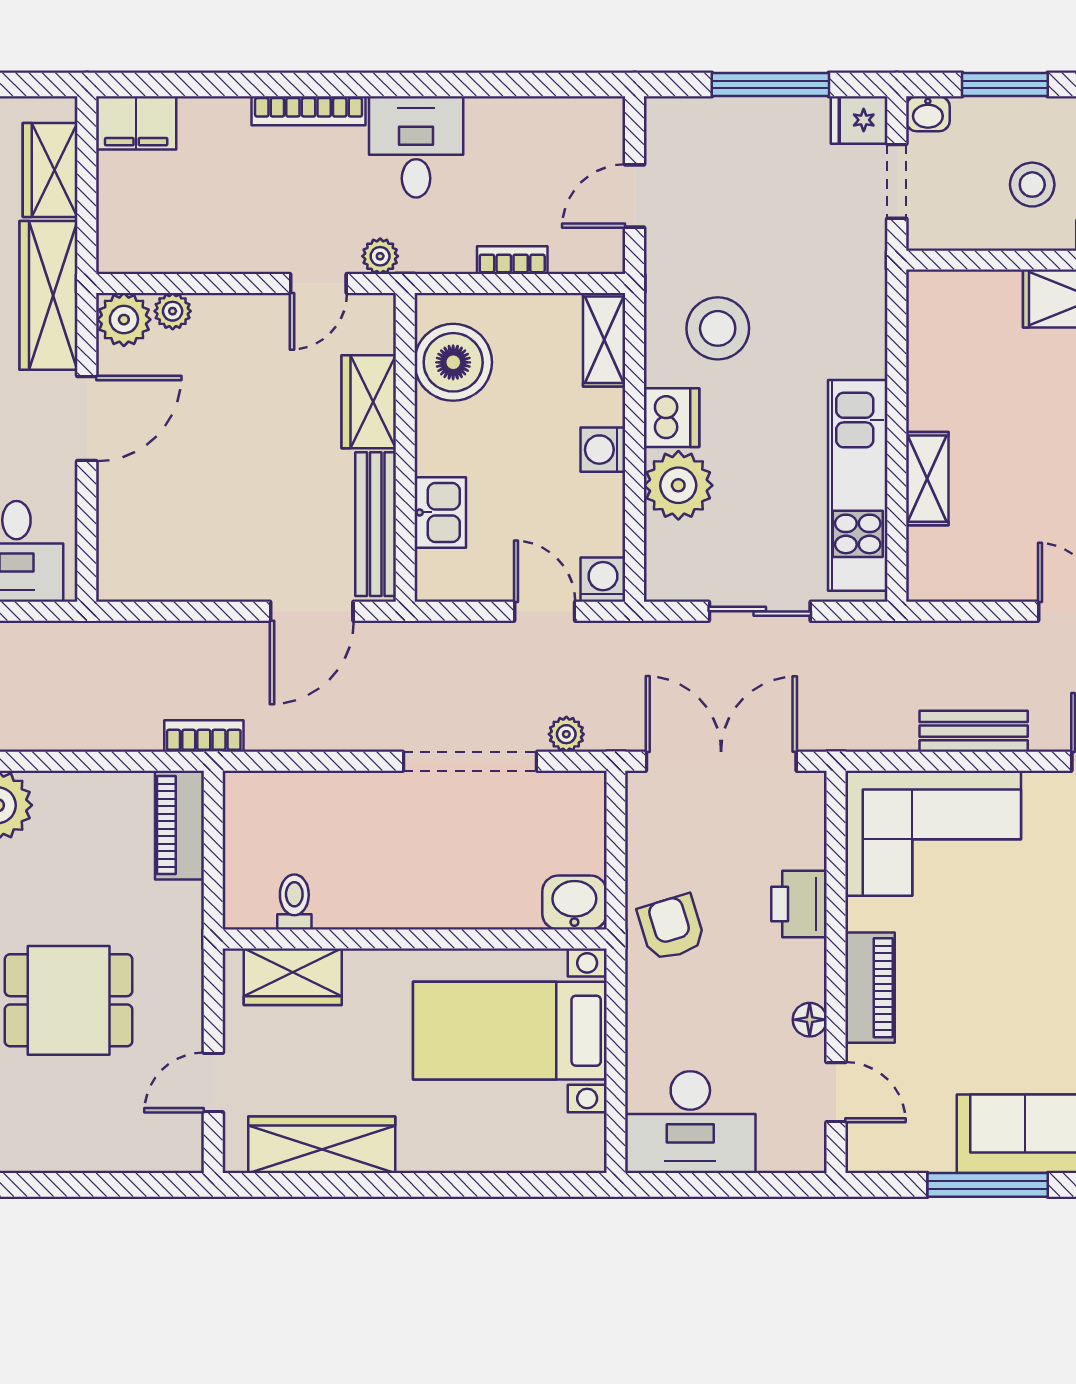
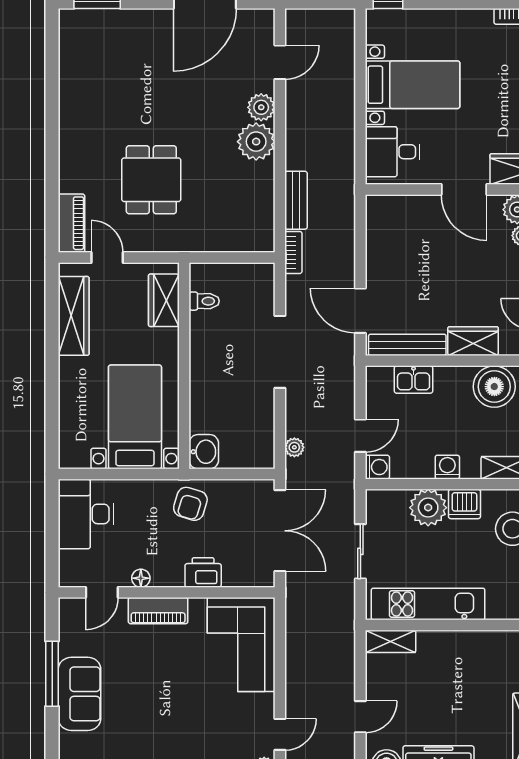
shelving: (927, 479) -> (391, 641), moved
bench: (974, 731) -> (296, 200), moved
doorway: (470, 761) -> (280, 352), moved
piano: (179, 825) -> (71, 223), moved, turned 90
armchair: (671, 928) -> (190, 504), turned 124

